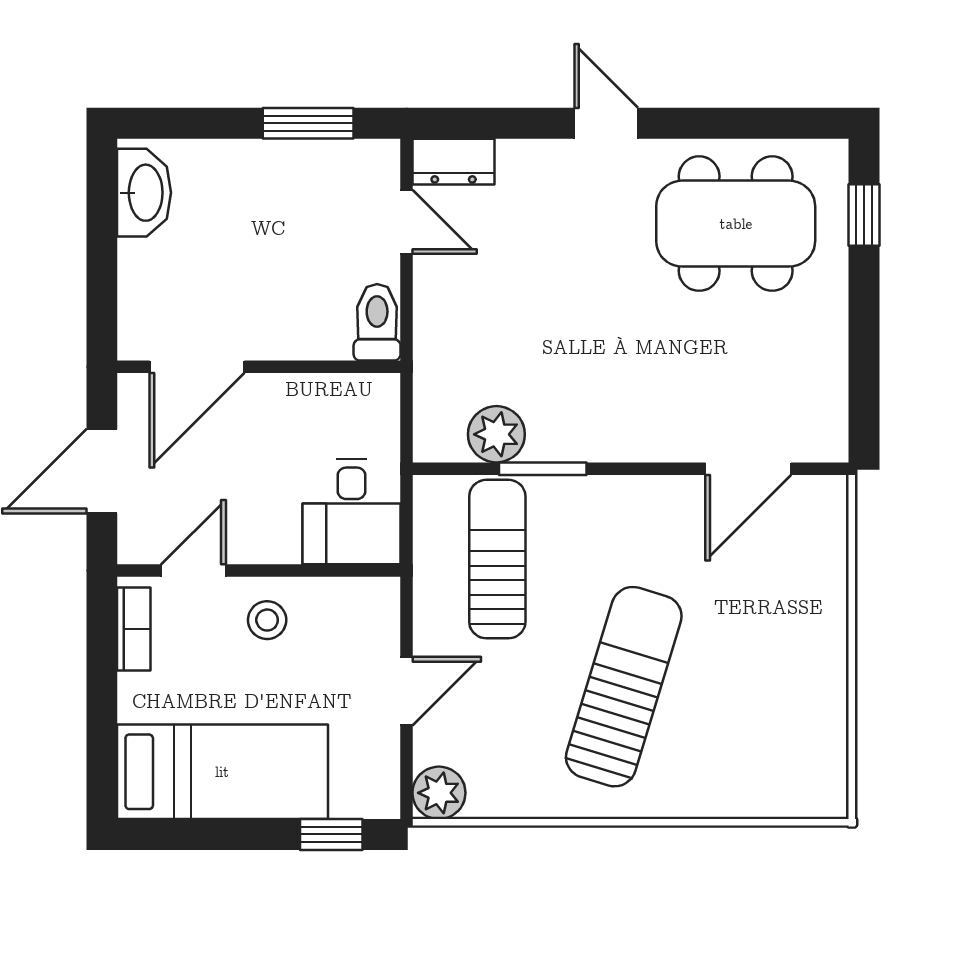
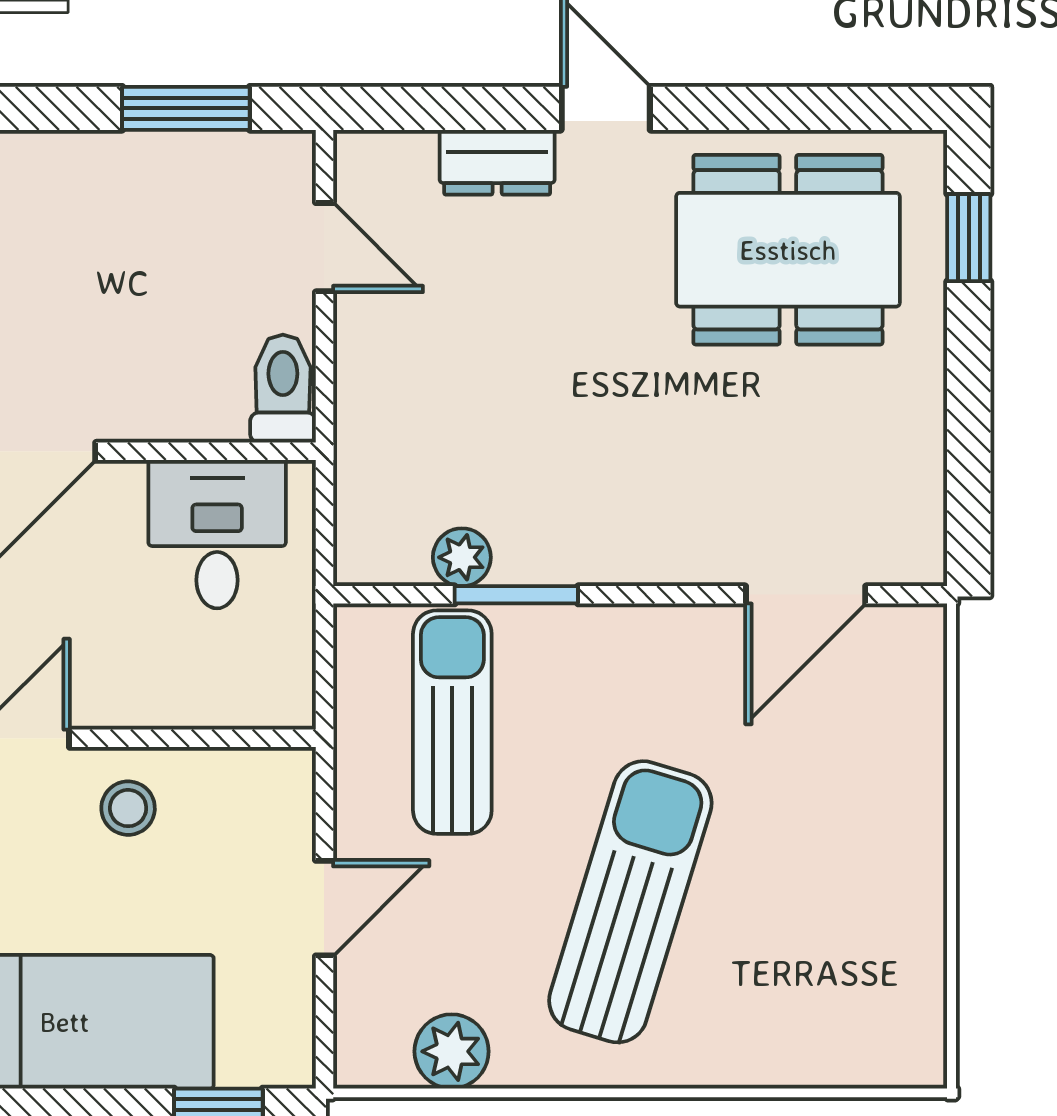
dresser: (454, 162) -> (497, 162), moved
plant: (496, 434) -> (462, 557), width x0.73, depth x0.73
desk: (352, 512) -> (217, 534), moved, turned 180
plant: (439, 793) -> (452, 1051), moved

